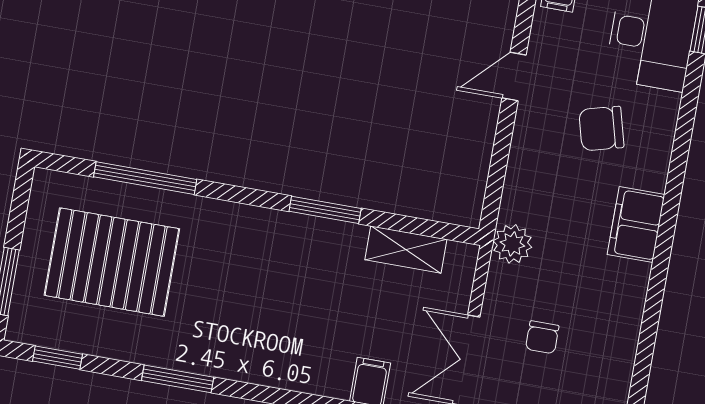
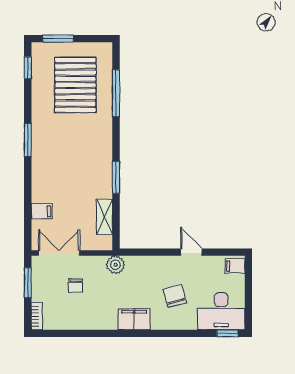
chair: (542, 337) -> (76, 286), turned -90
window: (178, 379) -> (28, 140), moved

